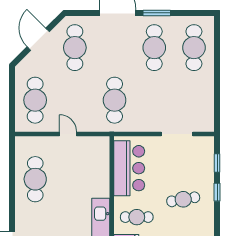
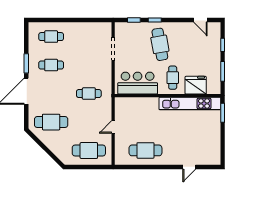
door: (38, 39) -> (45, 148), removed
cafe table: (154, 48) -> (51, 65), width x0.73, depth x0.74
cafe table: (194, 48) -> (51, 37), width x0.73, depth x0.74
cafe table: (115, 100) -> (89, 94), width x0.73, depth x0.74
cafe table: (183, 199) -> (160, 44), width x1.37, depth x1.35

